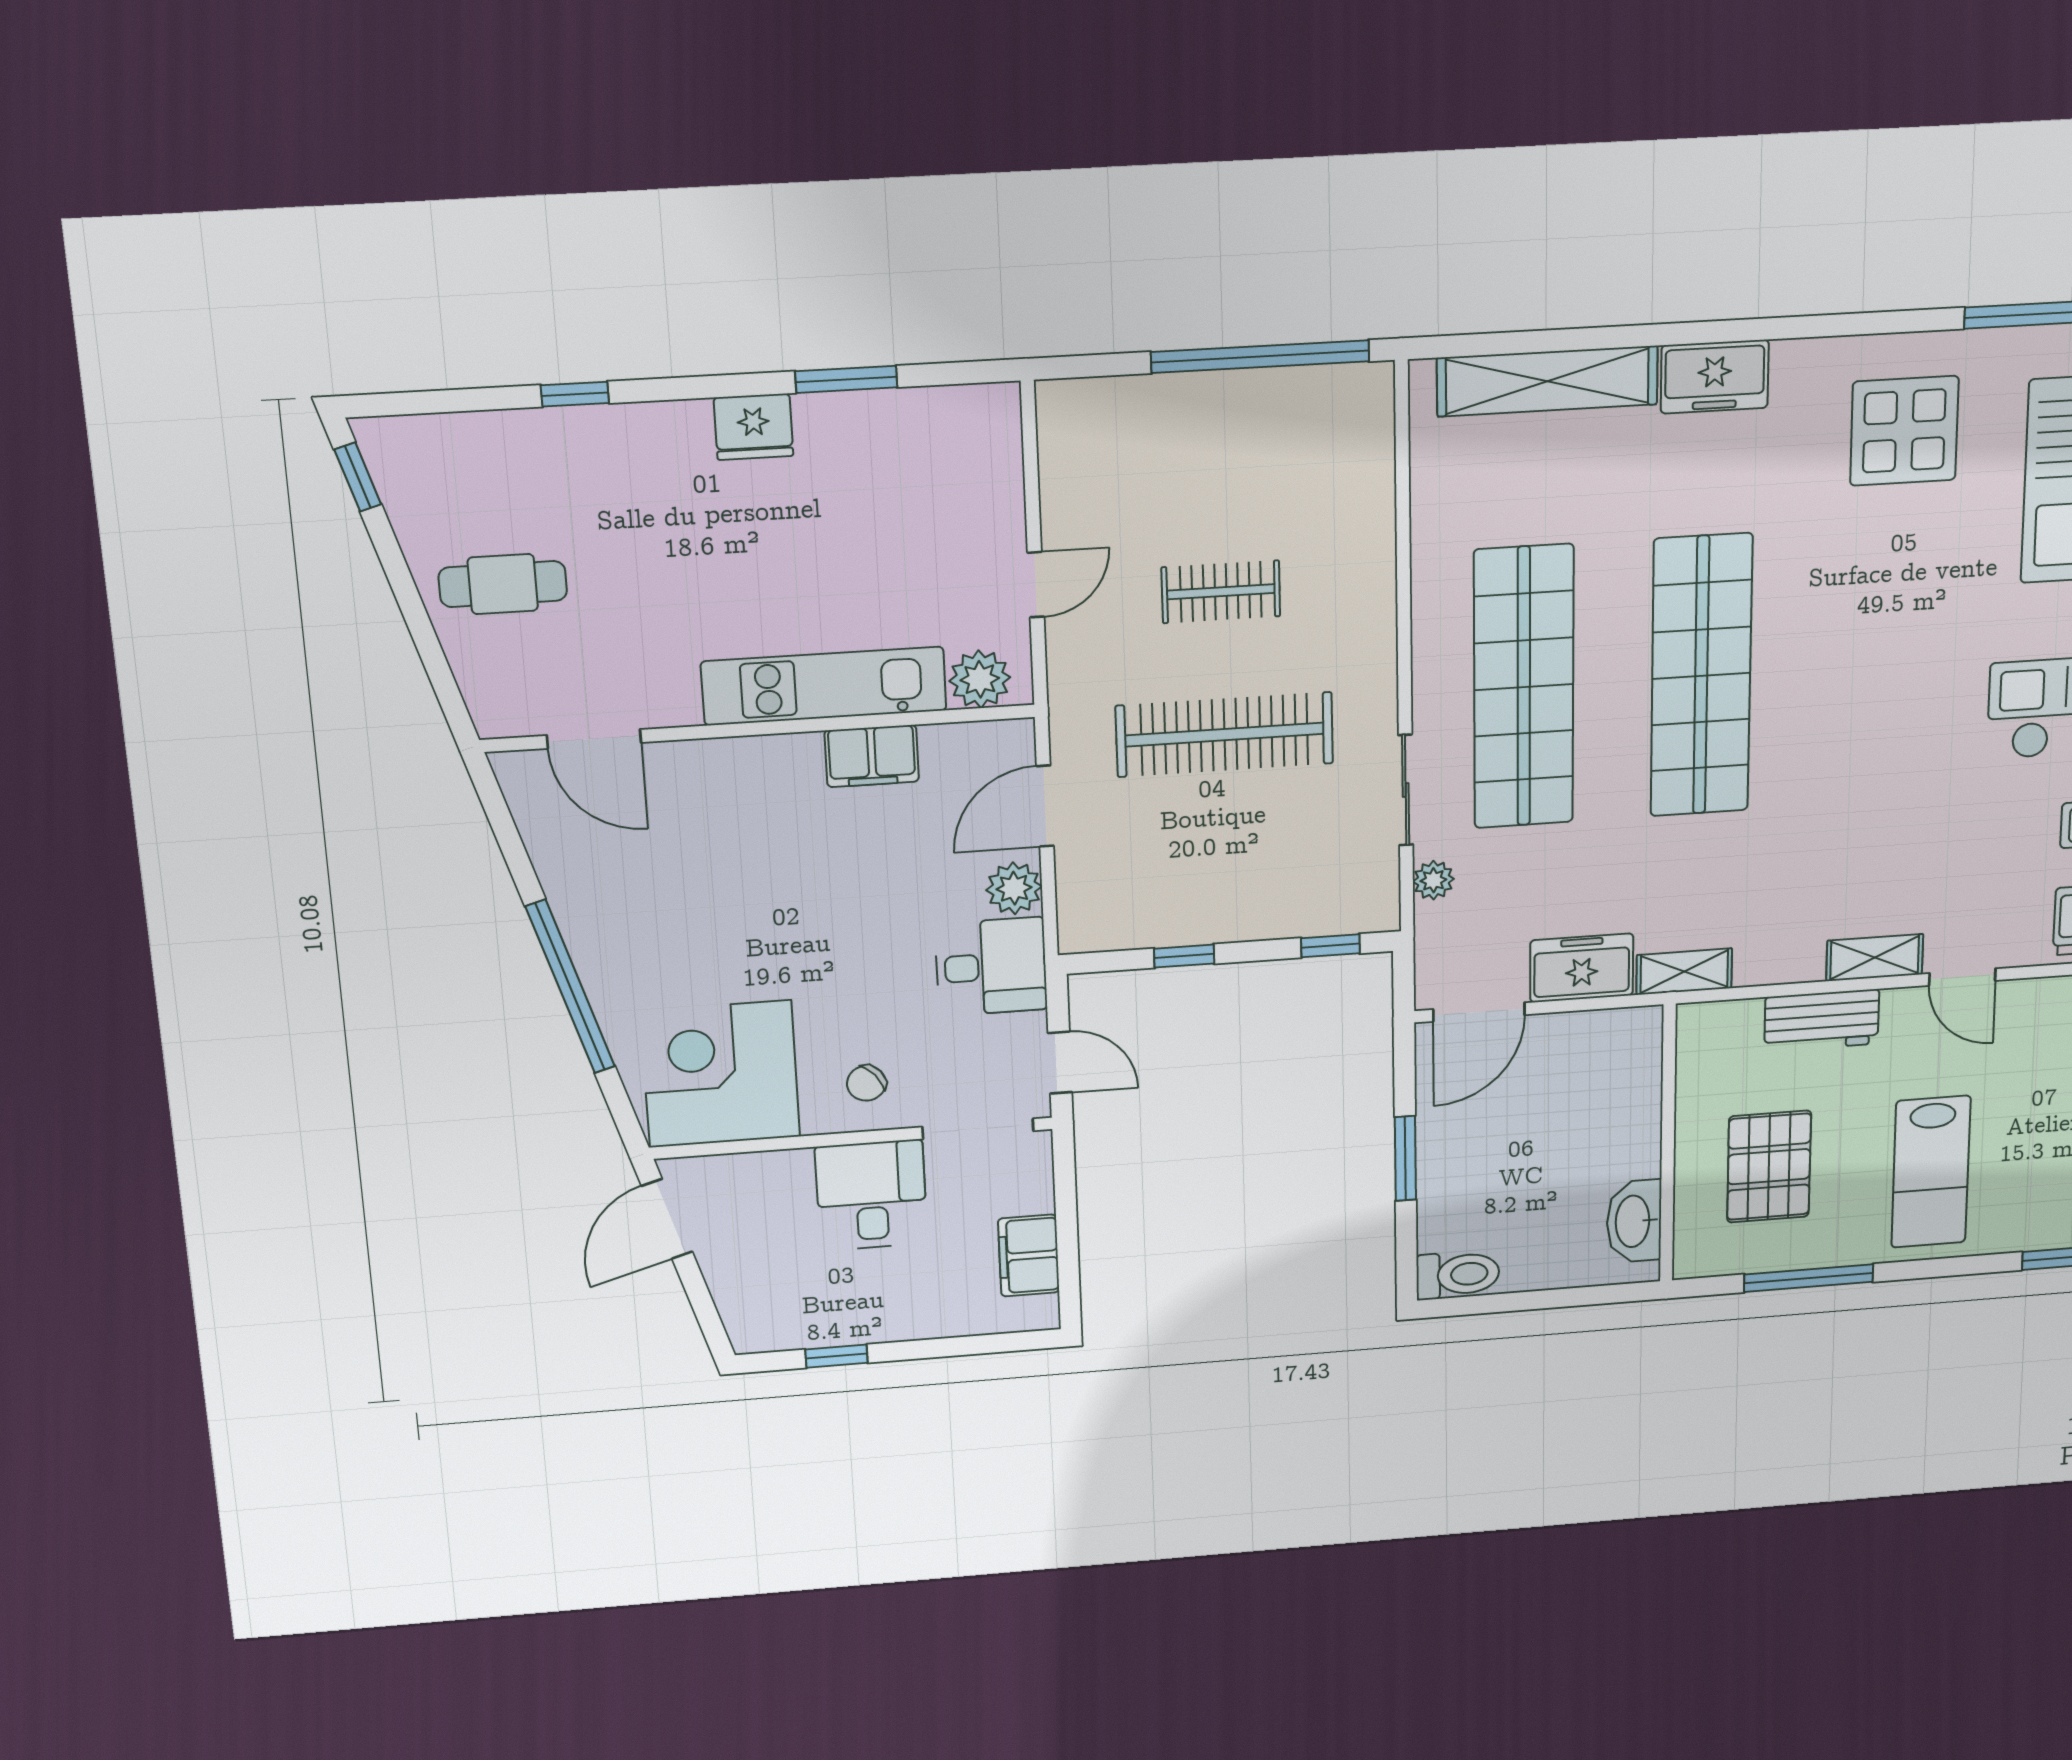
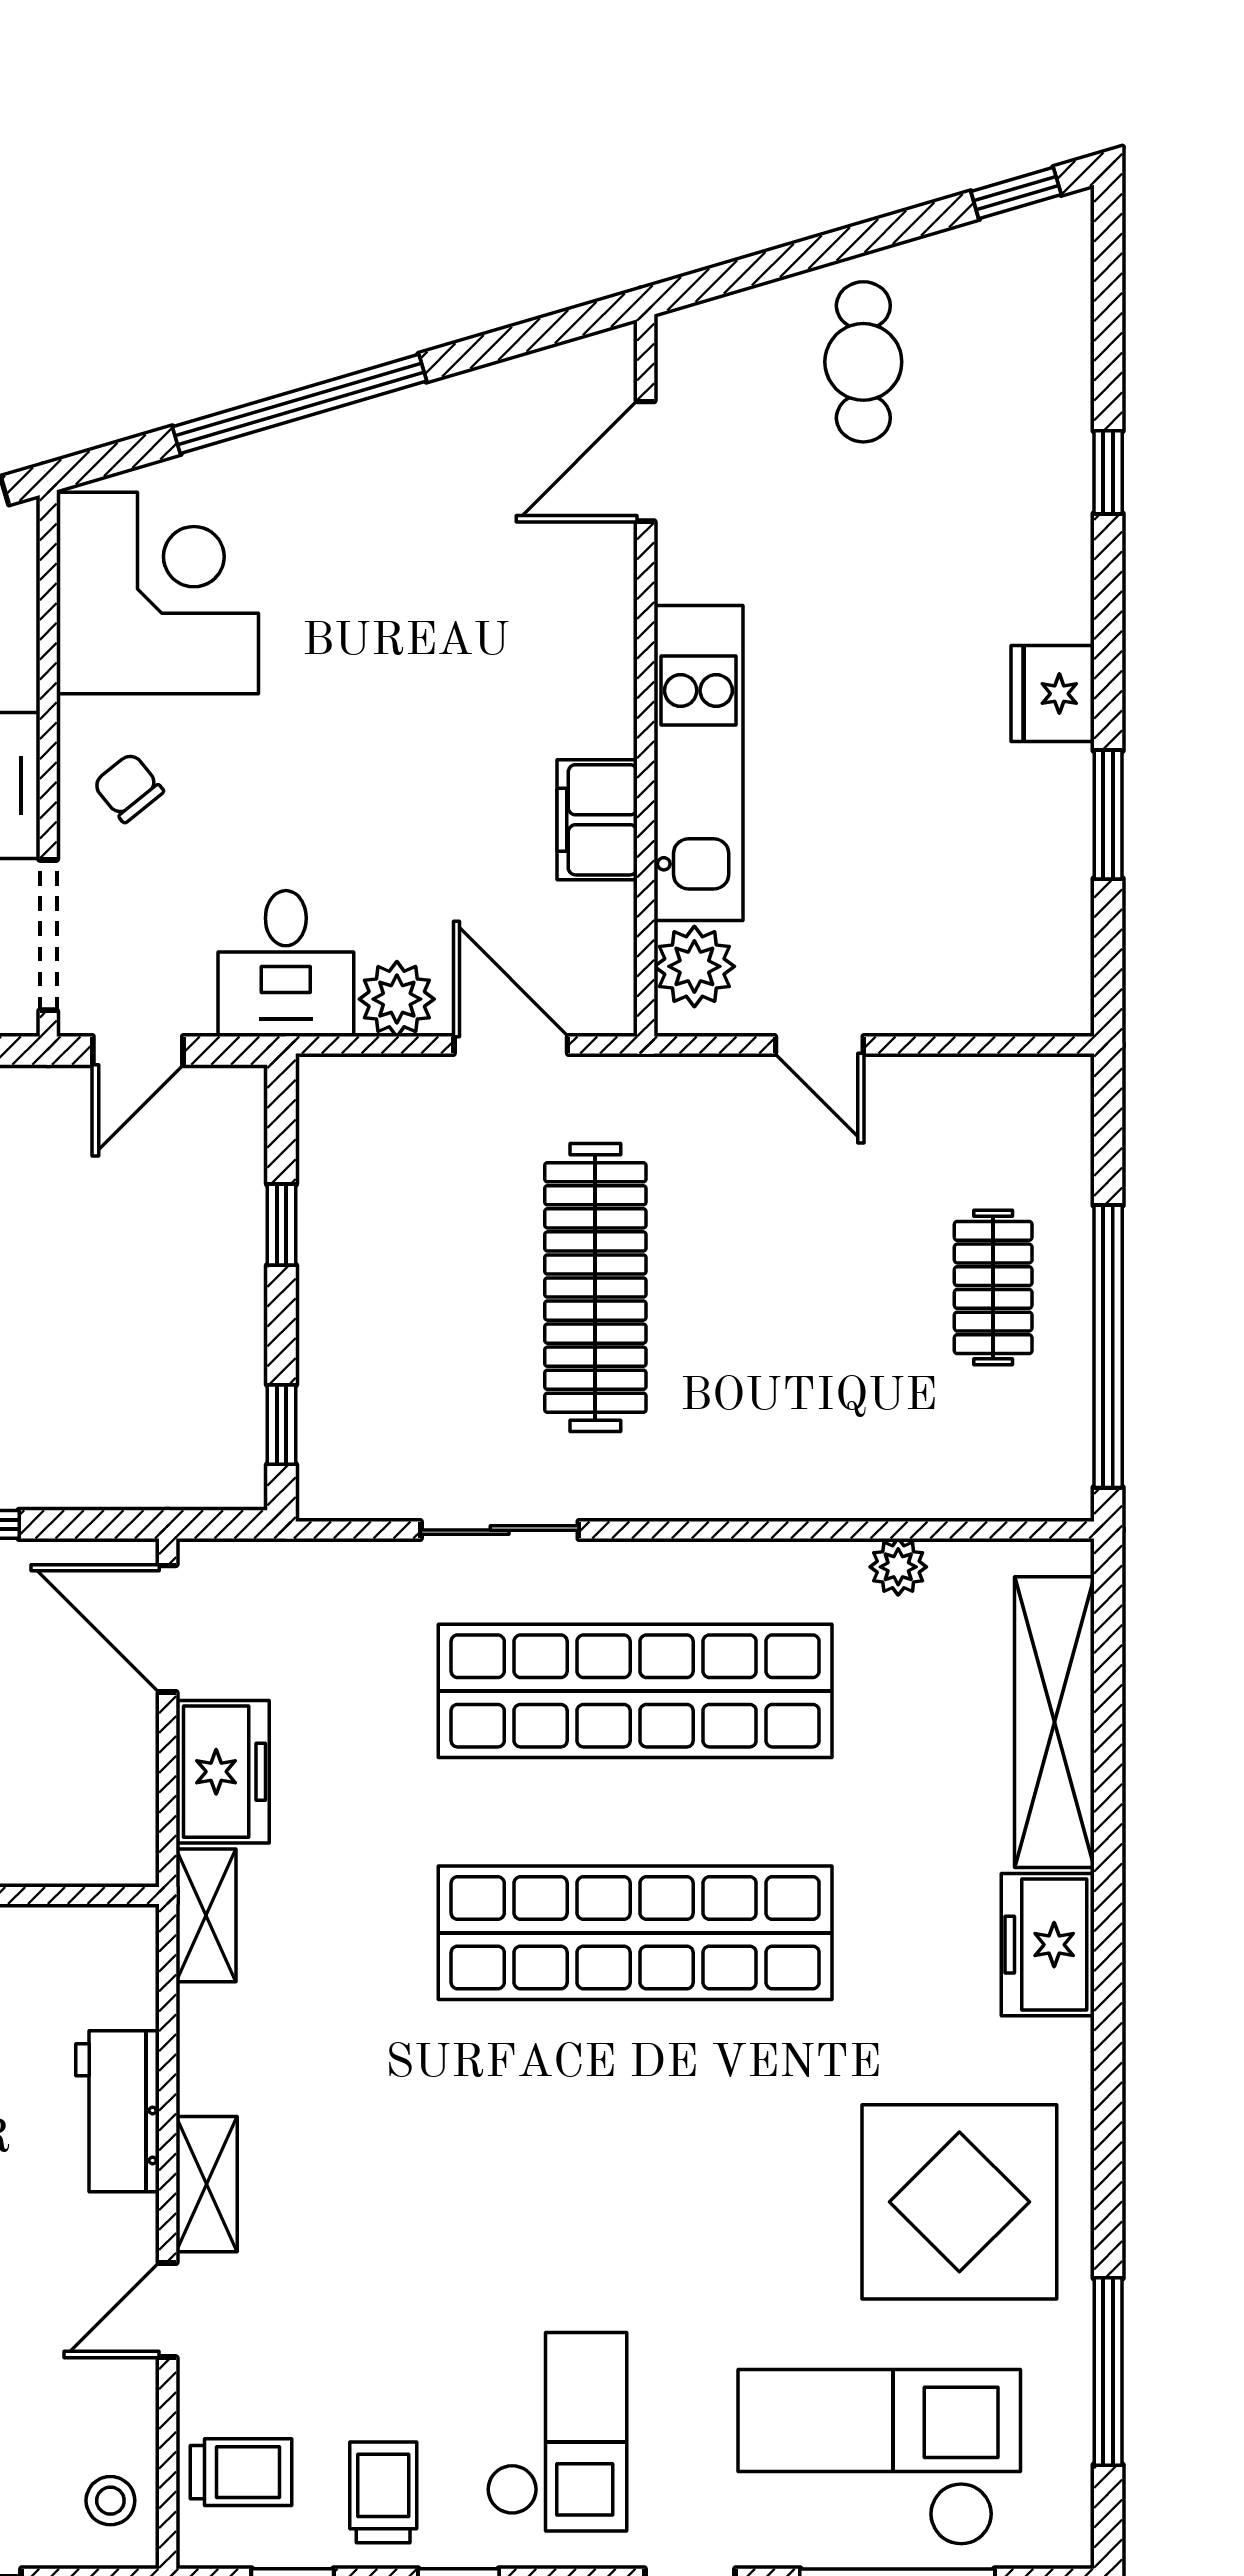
display table: (1904, 431) -> (959, 2202), width x1.36, depth x1.36
clothes rail: (1221, 592) -> (993, 1288), moved
plant: (1433, 880) -> (898, 1567), moved

